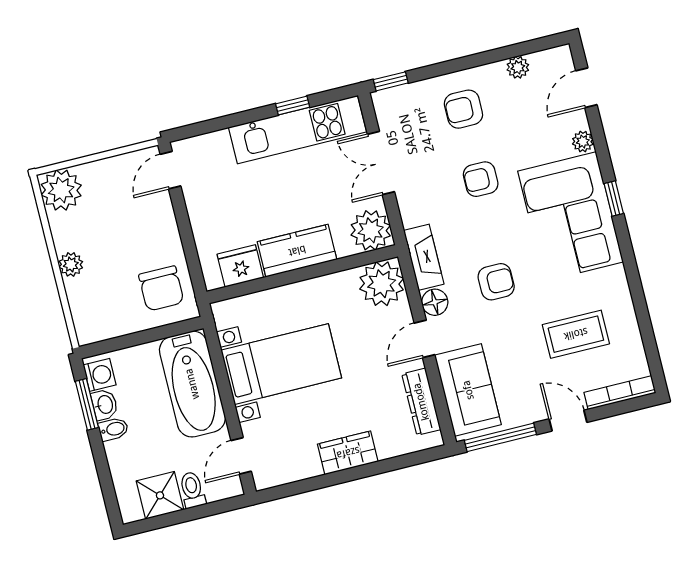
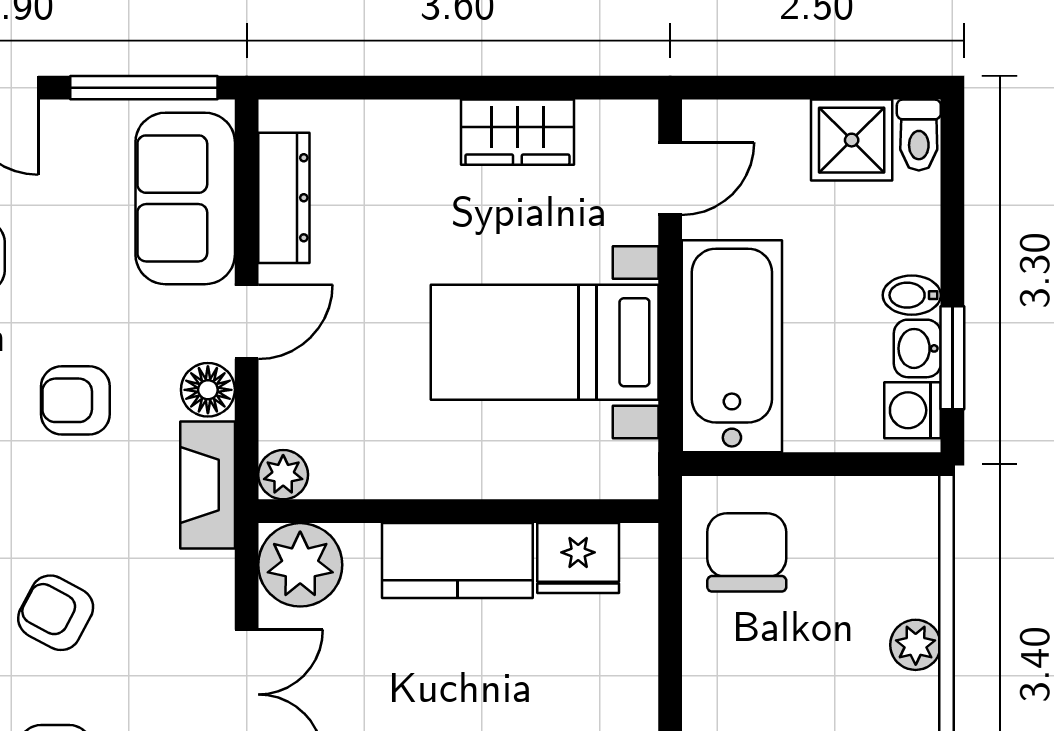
armchair: (481, 179) -> (56, 613), turned -152
plant: (382, 284) -> (283, 475), width x0.53, depth x0.53
wardrobe: (348, 453) -> (517, 132), moved
toilet: (192, 490) -> (919, 135), moved

